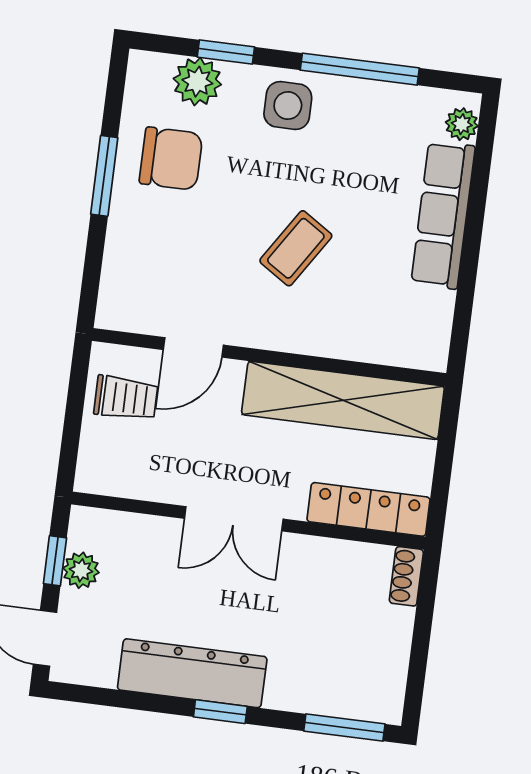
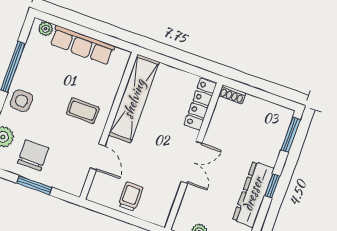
coffee table: (296, 248) -> (83, 111), turned -33
door: (193, 347) -> (97, 157), moved
wall: (269, 357) -> (109, 126), moved
shelving: (343, 400) -> (134, 99), moved

